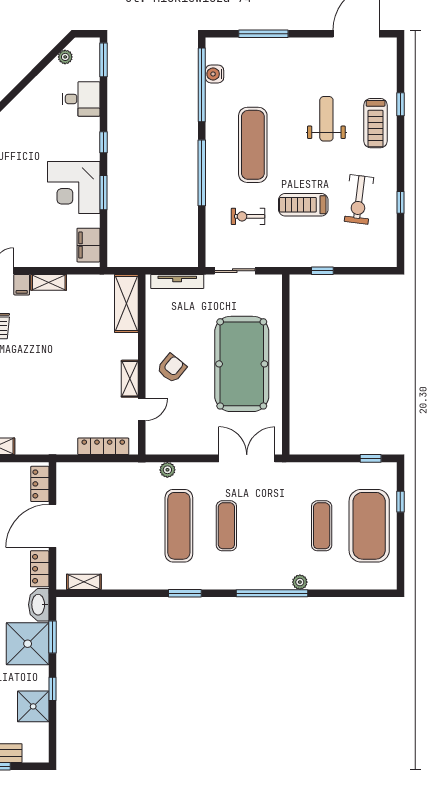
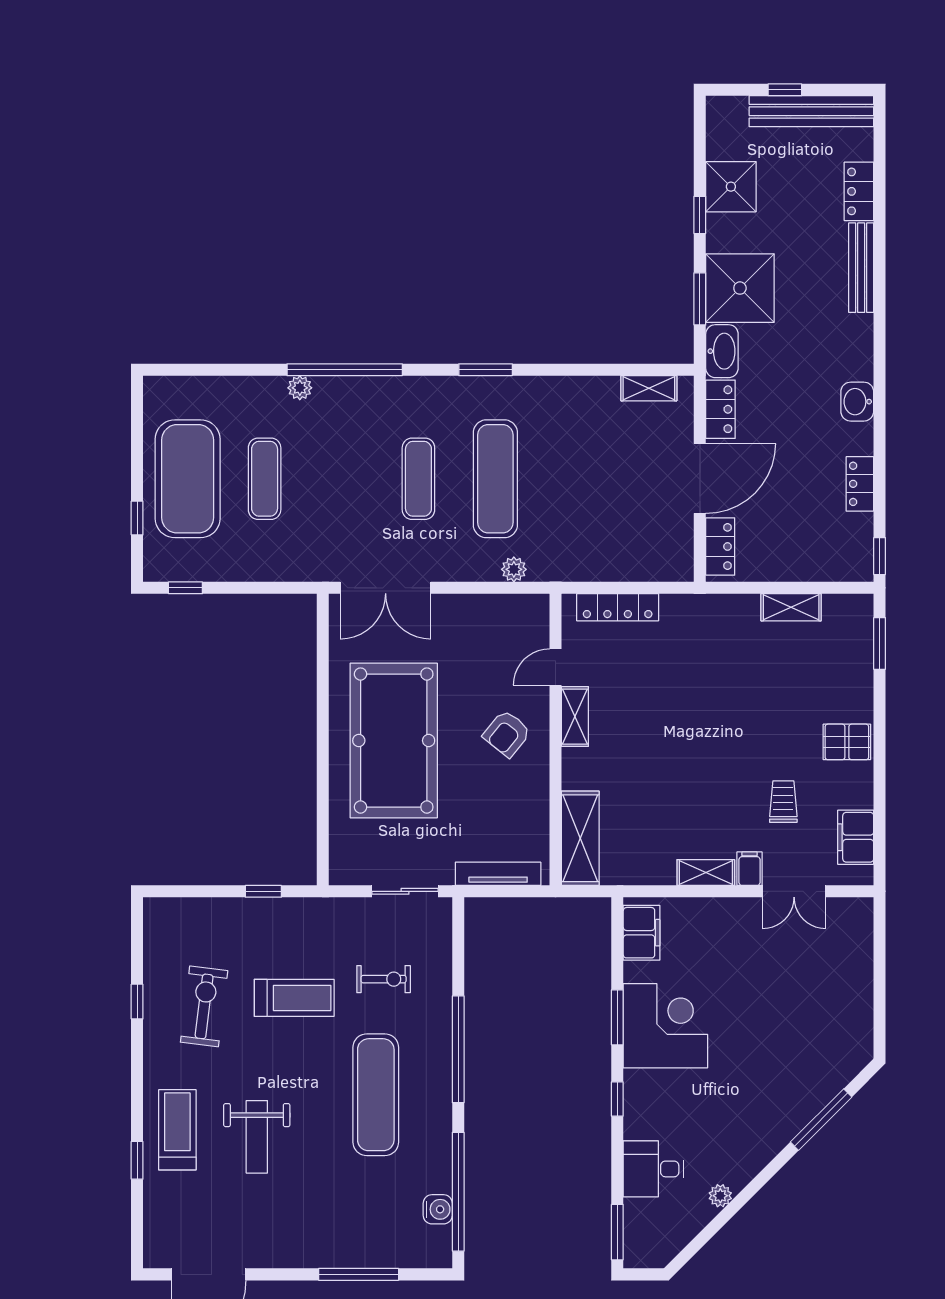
plant: (65, 57) -> (720, 1196), moved

